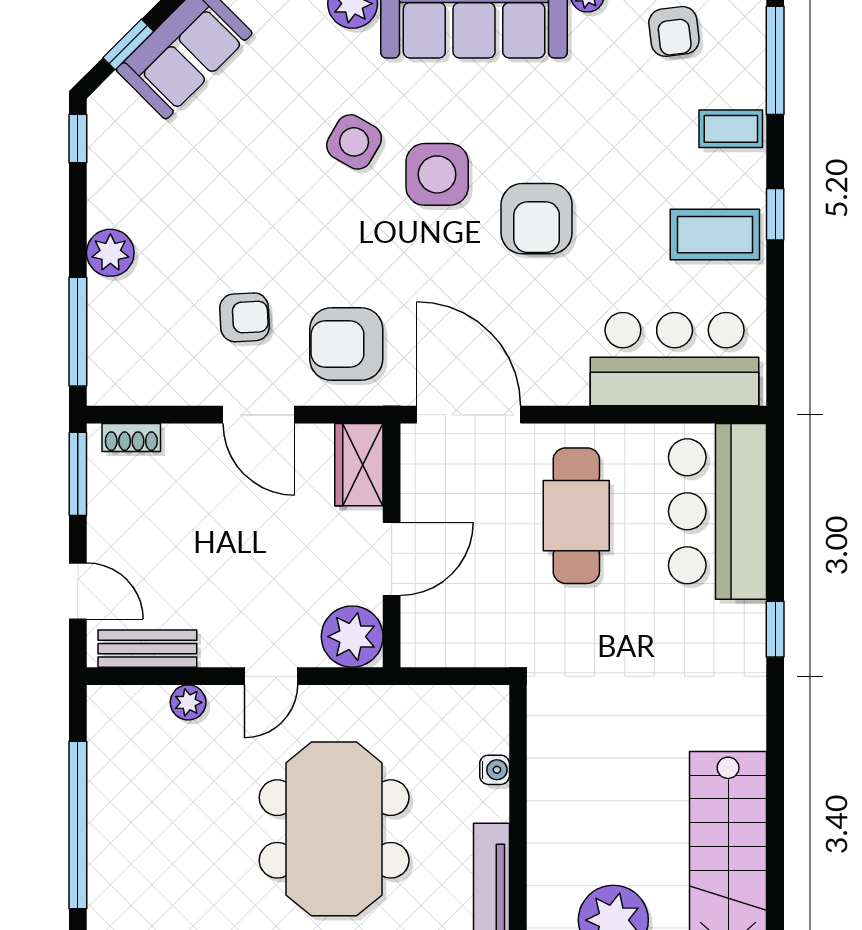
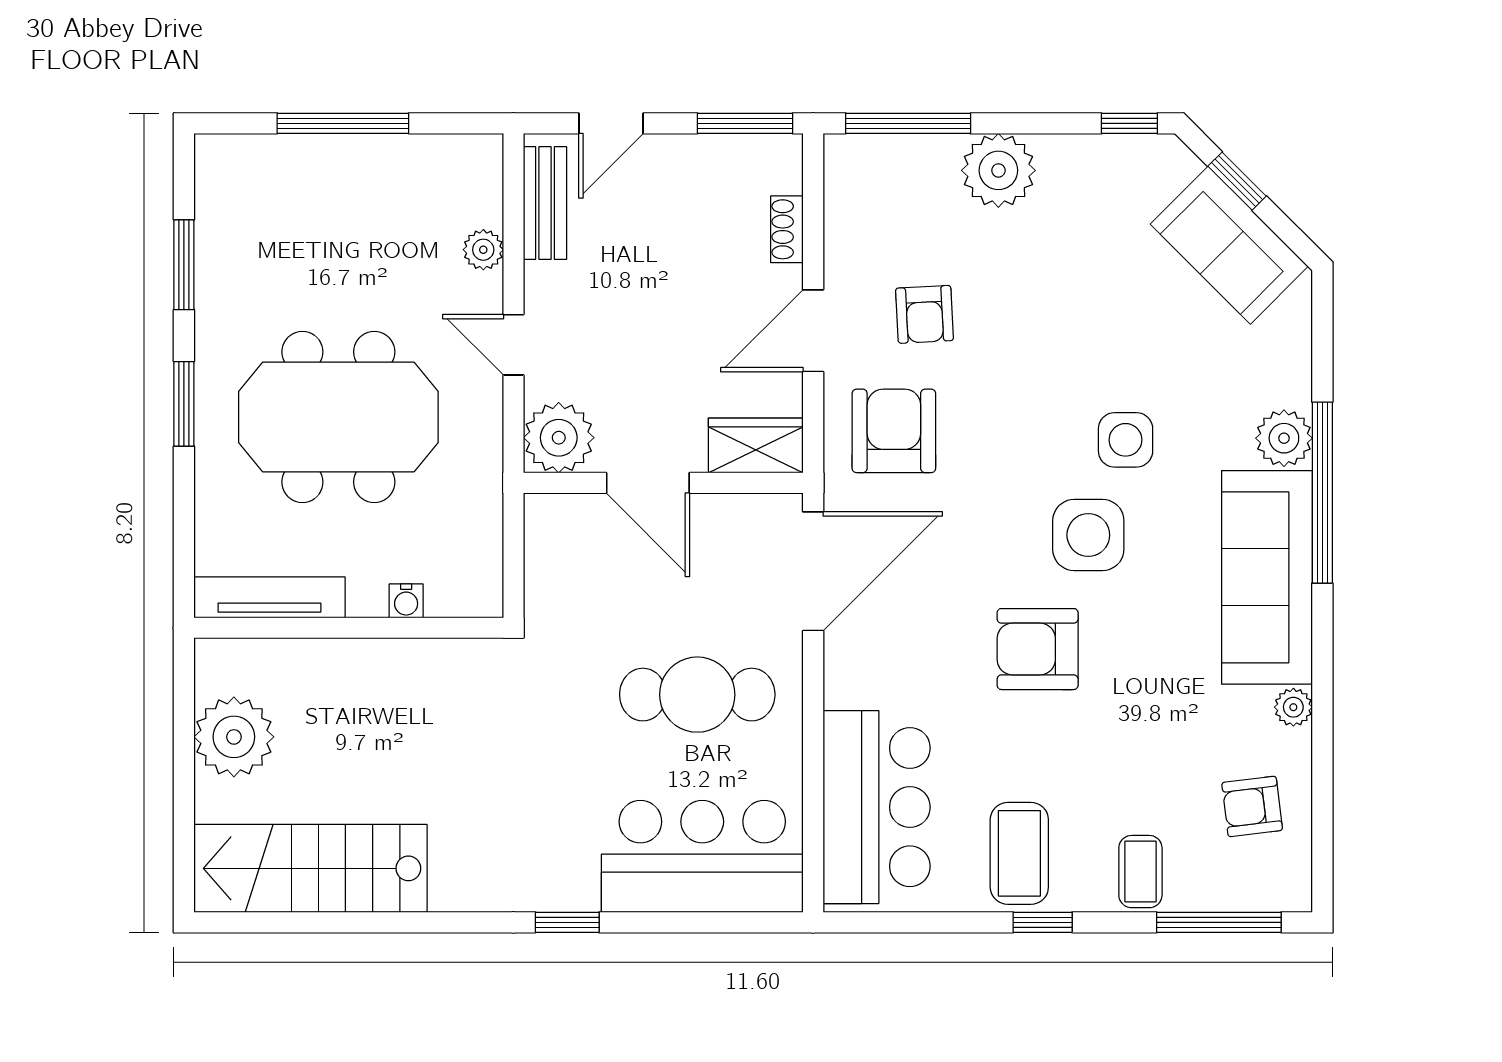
side table: (354, 142) -> (1126, 440), turned -30
plant: (110, 253) -> (998, 170), width x1.36, depth x1.36
shoe rack: (131, 437) -> (787, 229), moved
window: (78, 825) -> (343, 123), width x0.68

